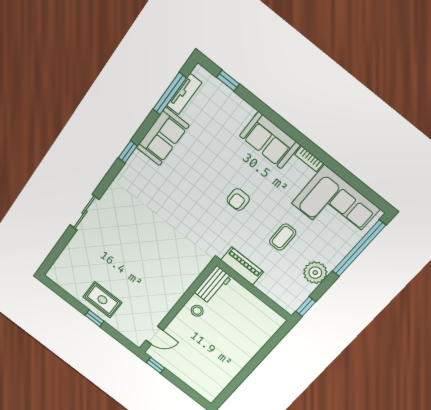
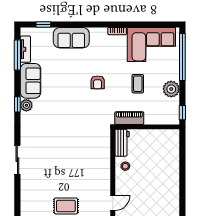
sofa: (270, 140) -> (71, 38), moved
plant: (137, 161) -> (26, 105), added

